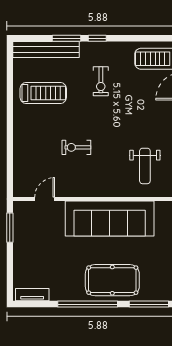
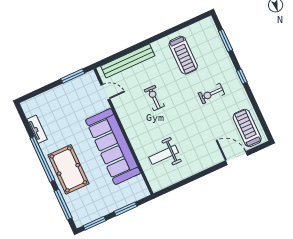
window: (66, 38) -> (225, 41), moved
bench: (46, 50) -> (128, 61), moved, turned 90
tv unit: (32, 295) -> (37, 129), moved

